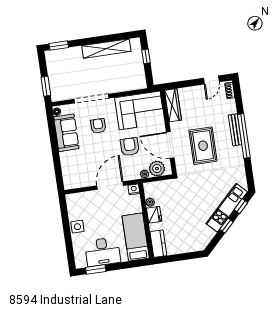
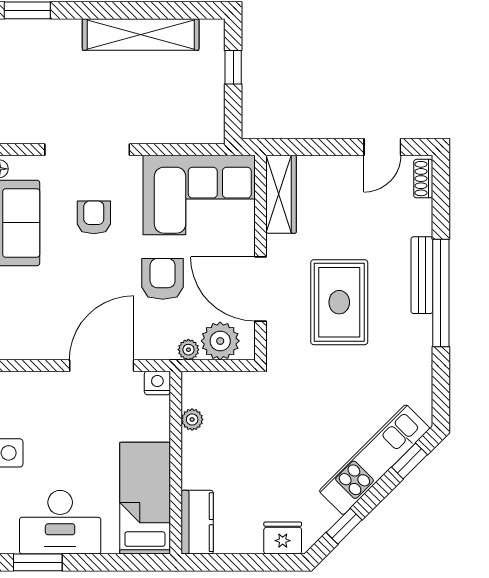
fridge: (154, 215) -> (283, 538), moved, turned -90
window: (226, 226) -> (344, 526), moved

